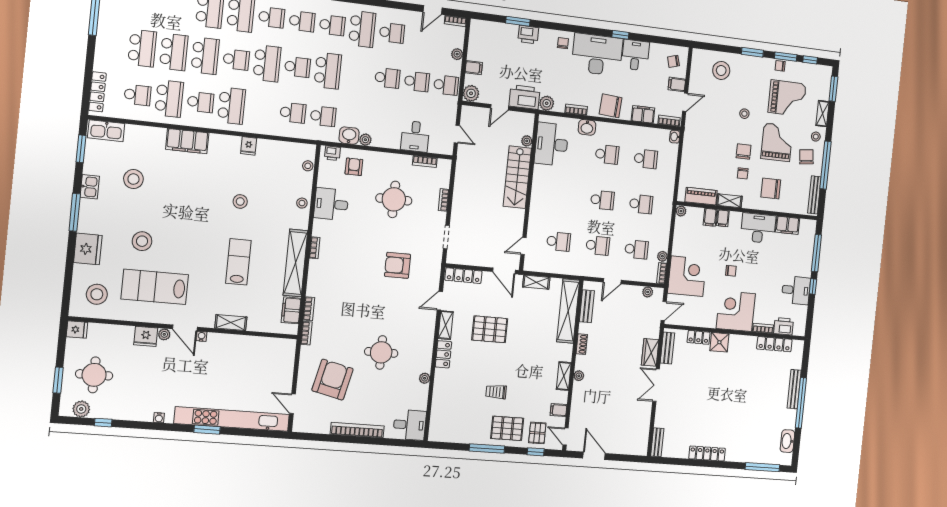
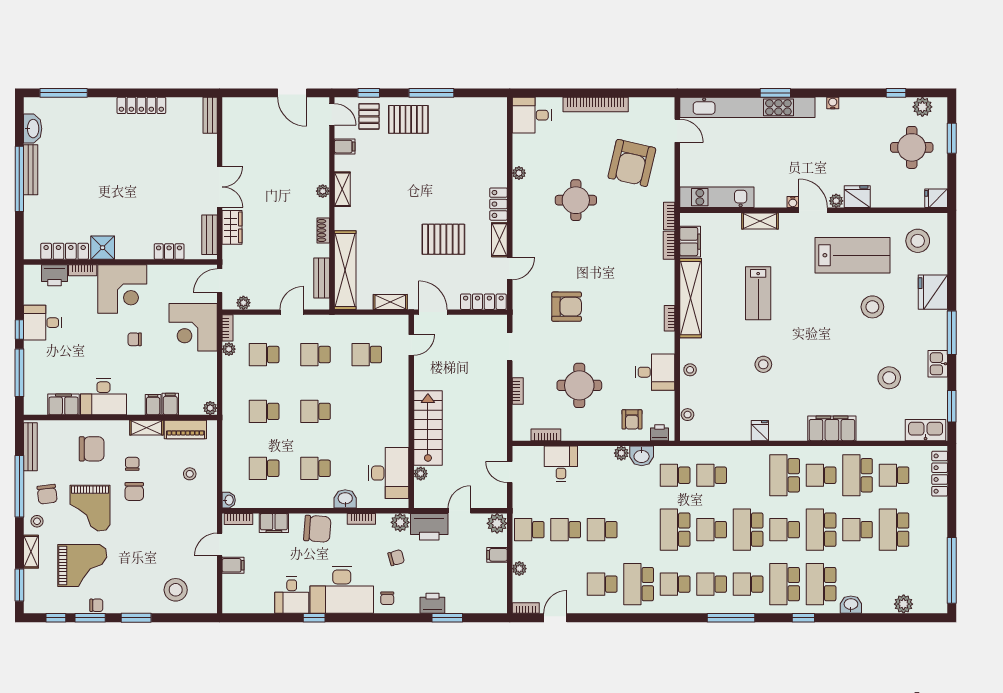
school desk: (174, 52) -> (858, 530), width x0.54
chair: (673, 61) -> (396, 558), moved
grand piano: (787, 98) -> (82, 566), turned 180
stool: (744, 114) -> (190, 474), moved
shower: (719, 342) -> (103, 248), moved
kitchen unit: (265, 346) -> (717, 197), added
bench: (794, 389) -> (31, 170), moved
trolley: (496, 392) -> (427, 163), removed

